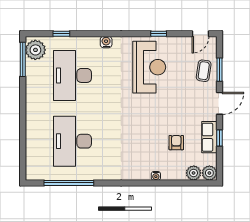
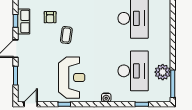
plant: (35, 50) -> (163, 72), moved
reception desk: (149, 67) -> (72, 78), turned 180
coffee table: (204, 71) -> (66, 35), moved

